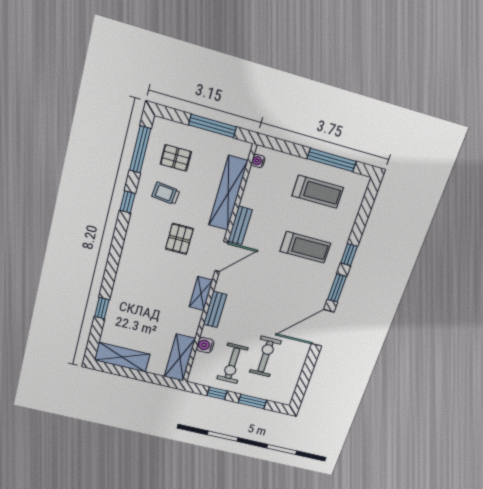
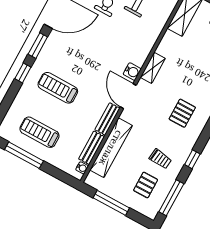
pallet: (176, 158) -> (146, 185), turned 90
pallet: (179, 239) -> (182, 113), moved
door: (222, 257) -> (128, 96), hinge flipped
bench: (215, 310) -> (92, 148), moved
water cooler: (205, 345) -> (132, 72), moved

